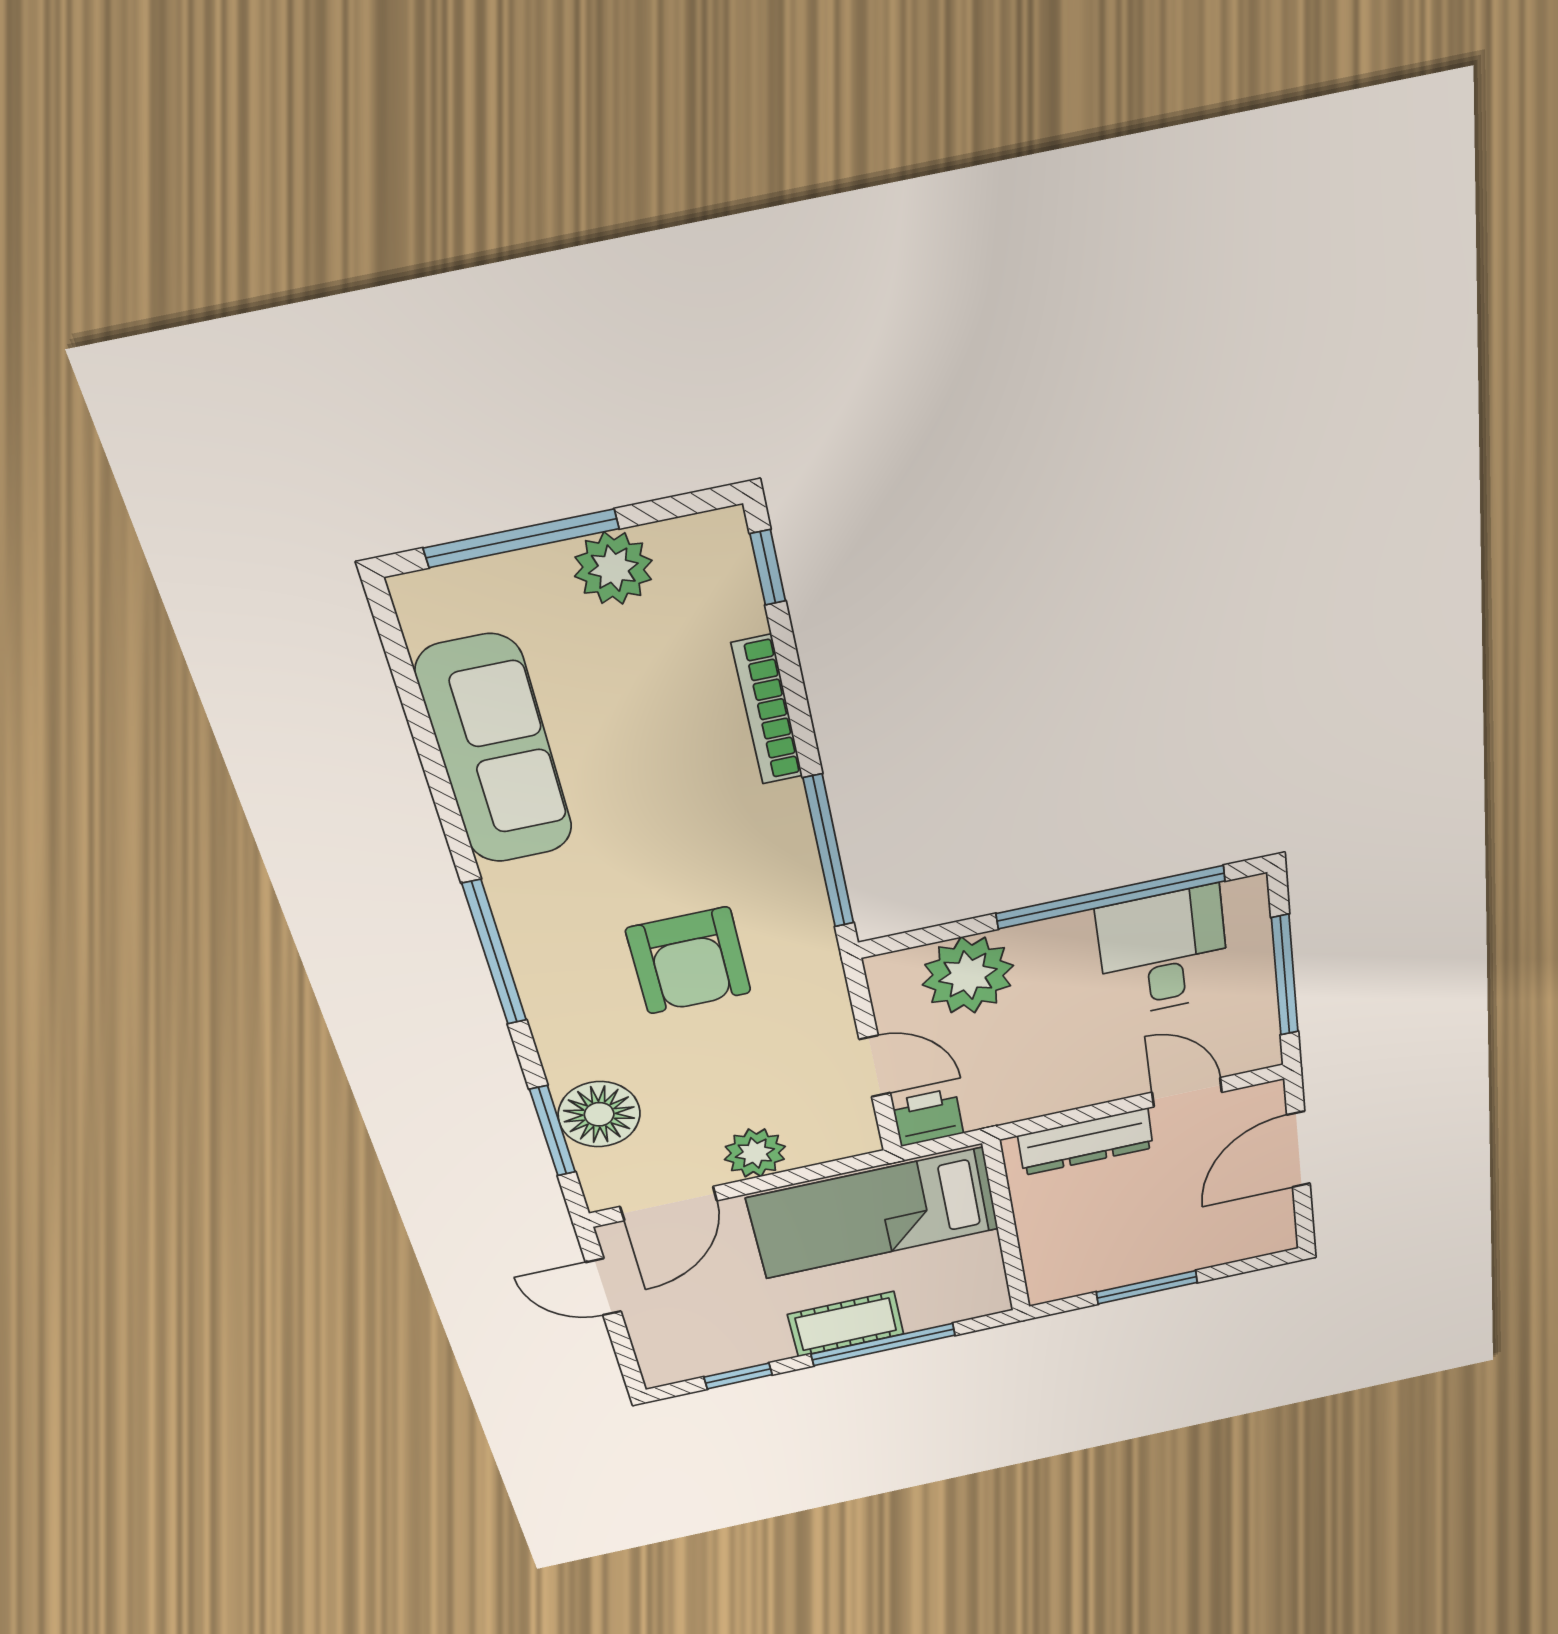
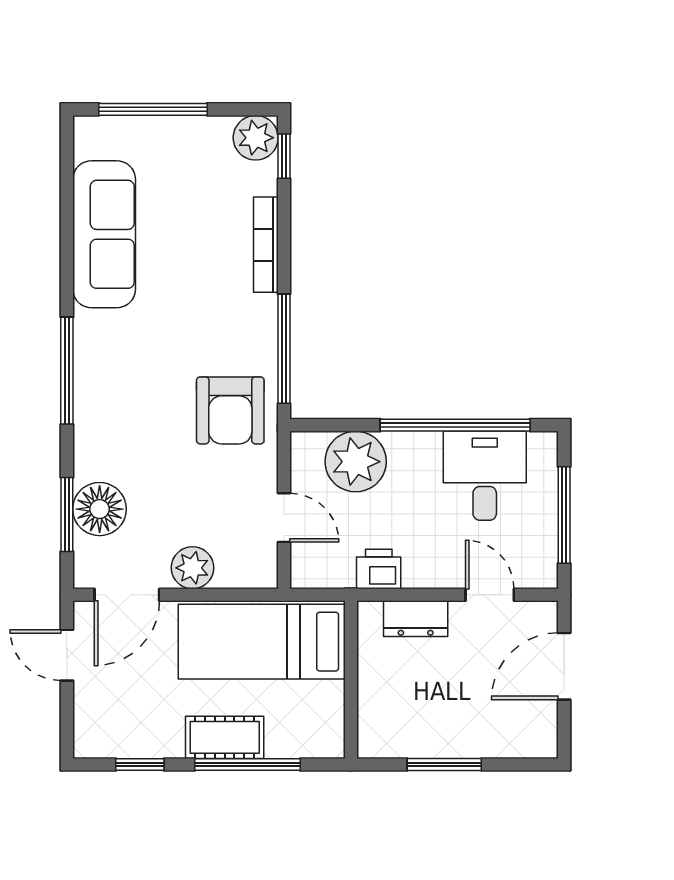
plant: (613, 568) -> (256, 138), moved
armchair: (689, 961) -> (230, 410), moved
printer: (928, 1117) -> (379, 569), moved
dresser: (1086, 1142) -> (416, 619), width x0.70

